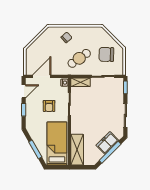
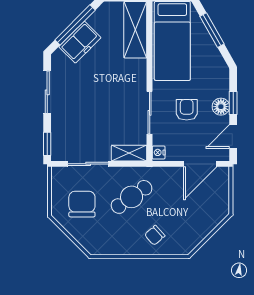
chair: (106, 54) -> (82, 204), turned -91
floor lamp: (30, 108) -> (221, 107), added

